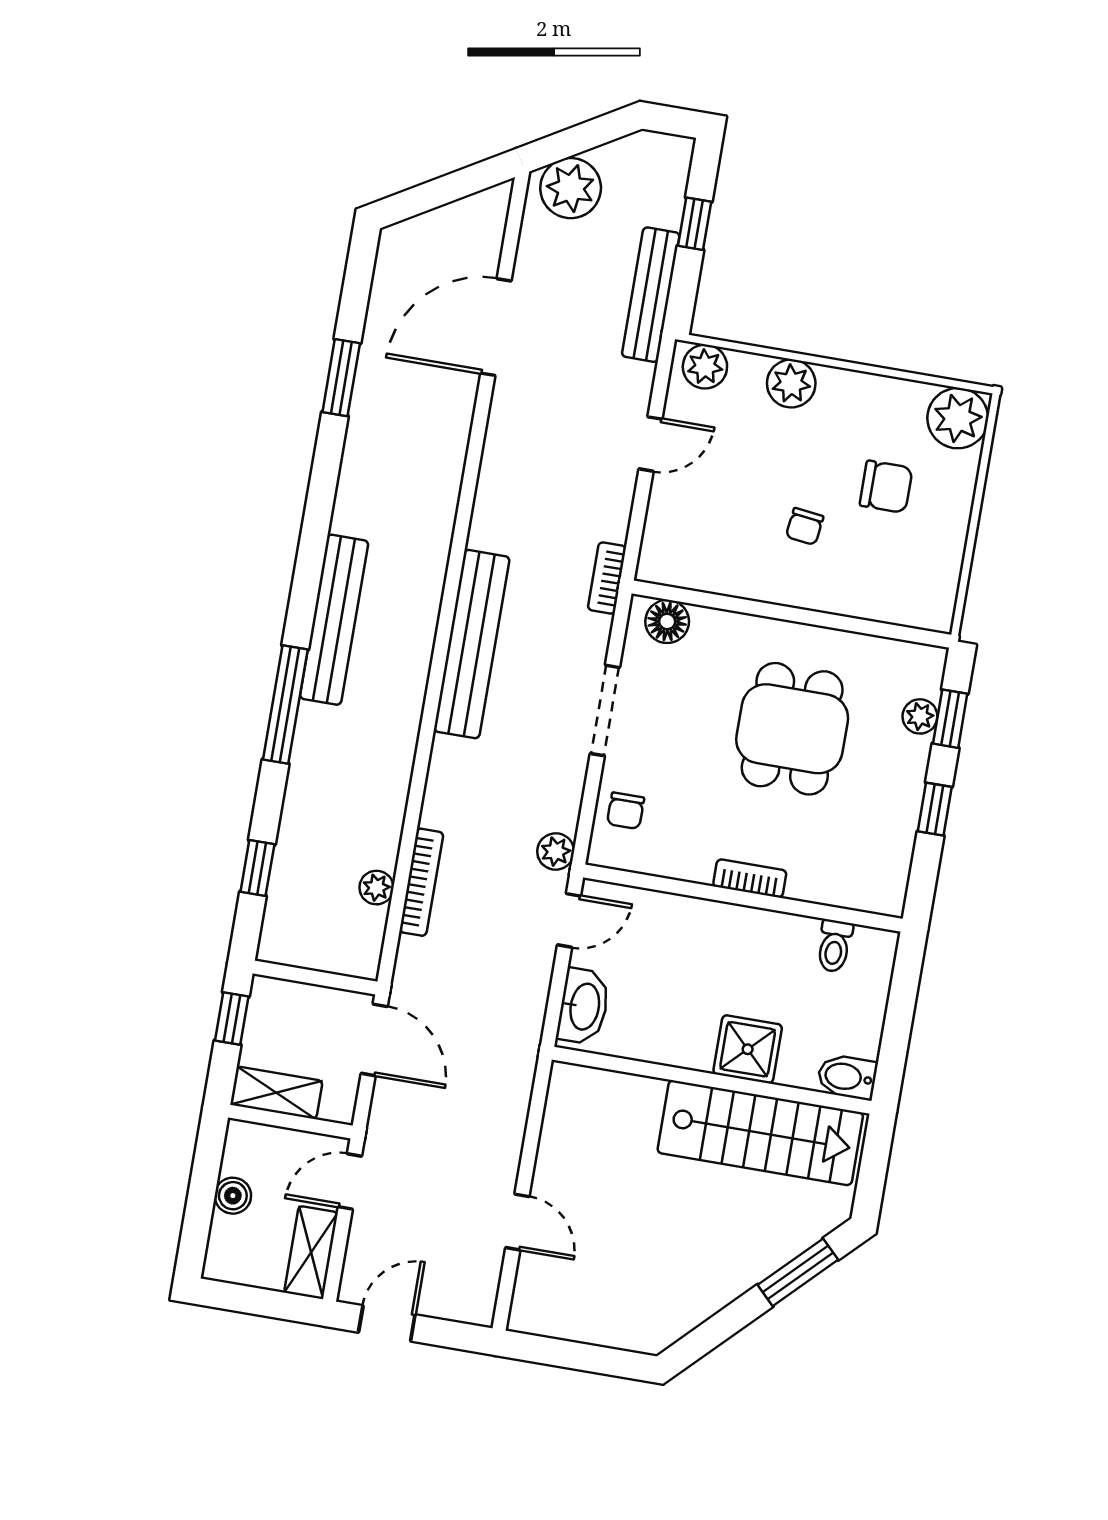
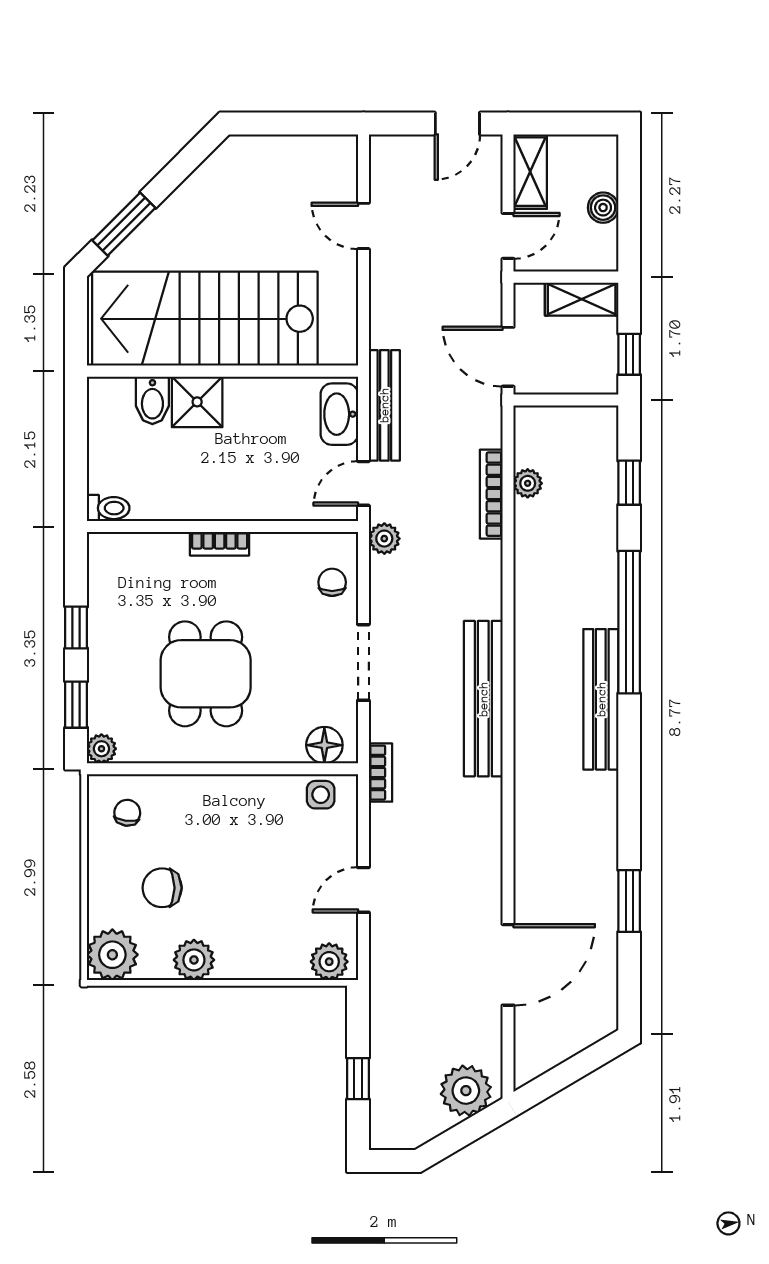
bench: (651, 295) -> (384, 405), moved
plant: (791, 383) -> (194, 960), moved
chair: (805, 527) -> (127, 813), moved
side table: (682, 564) -> (321, 795), added
window: (285, 705) -> (629, 622), width x1.46
plant: (920, 716) -> (101, 749), moved
toilet: (834, 946) -> (108, 508), moved, turned 90
bidet: (847, 1077) -> (152, 400), moved, turned 90
stairs: (760, 1133) -> (205, 319), width x1.36, depth x1.51

